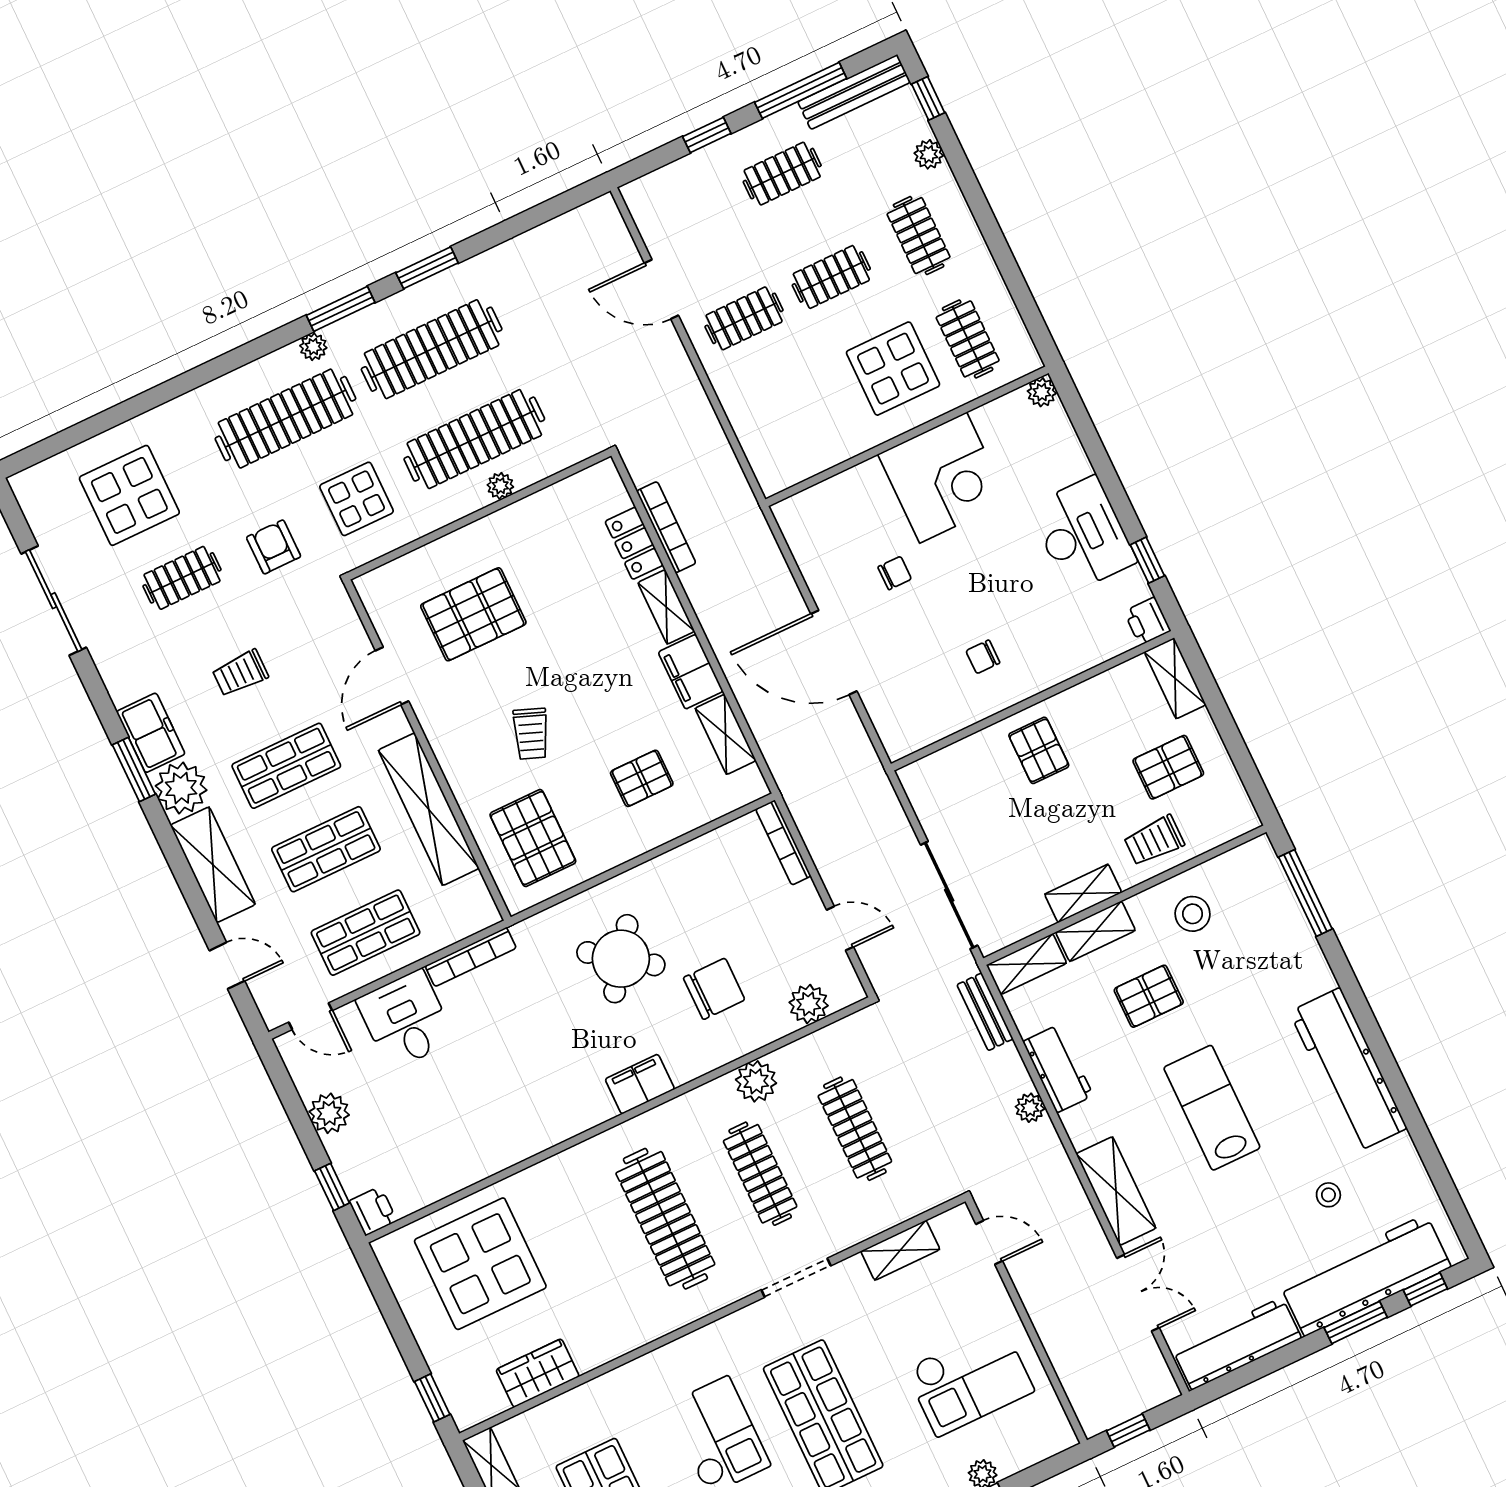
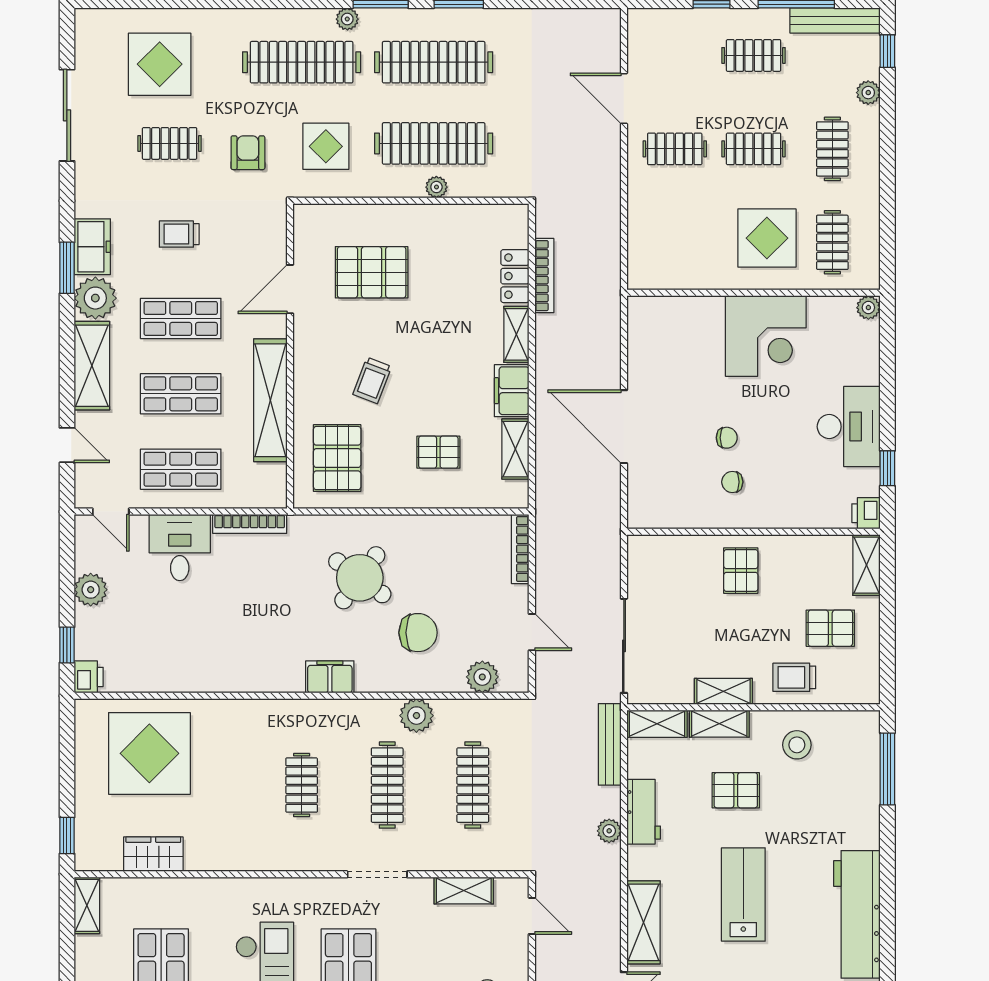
chair: (895, 573) -> (727, 438), moved
bench: (985, 1012) -> (610, 744), width x1.36
clothes rail: (665, 1219) -> (302, 785), width x0.54, depth x0.76

